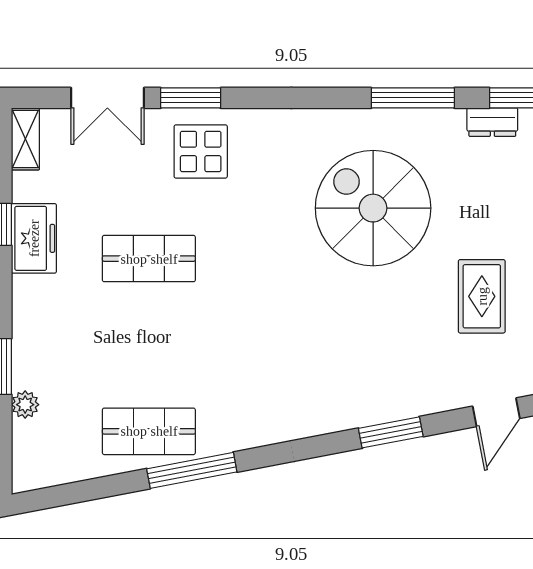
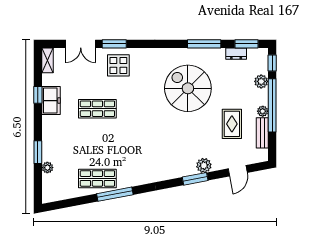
plant: (412, 399) -> (204, 165), added

